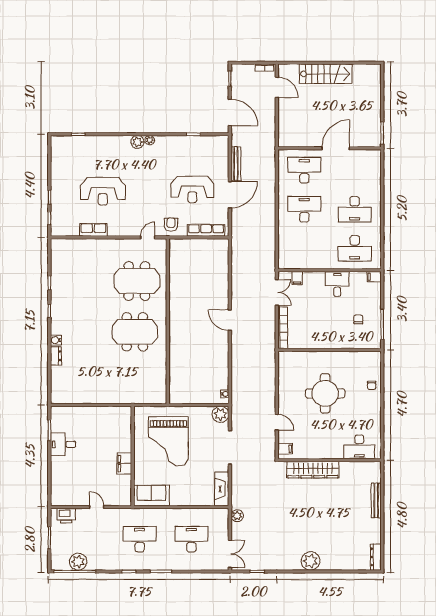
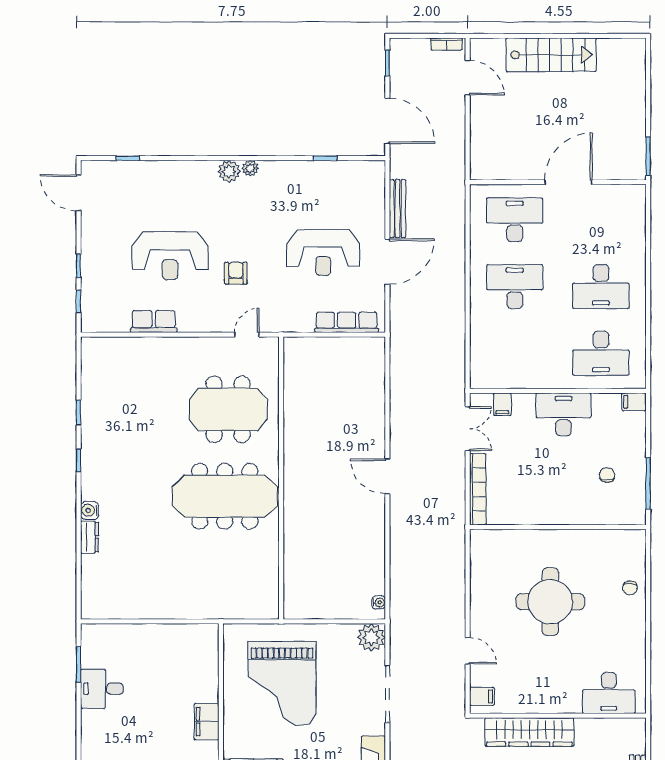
door: (49, 154) -> (79, 193), added
armchair: (171, 225) -> (236, 273), moved
desk: (337, 284) -> (564, 414), width x1.37
meeting table: (135, 332) -> (225, 496), width x1.36

